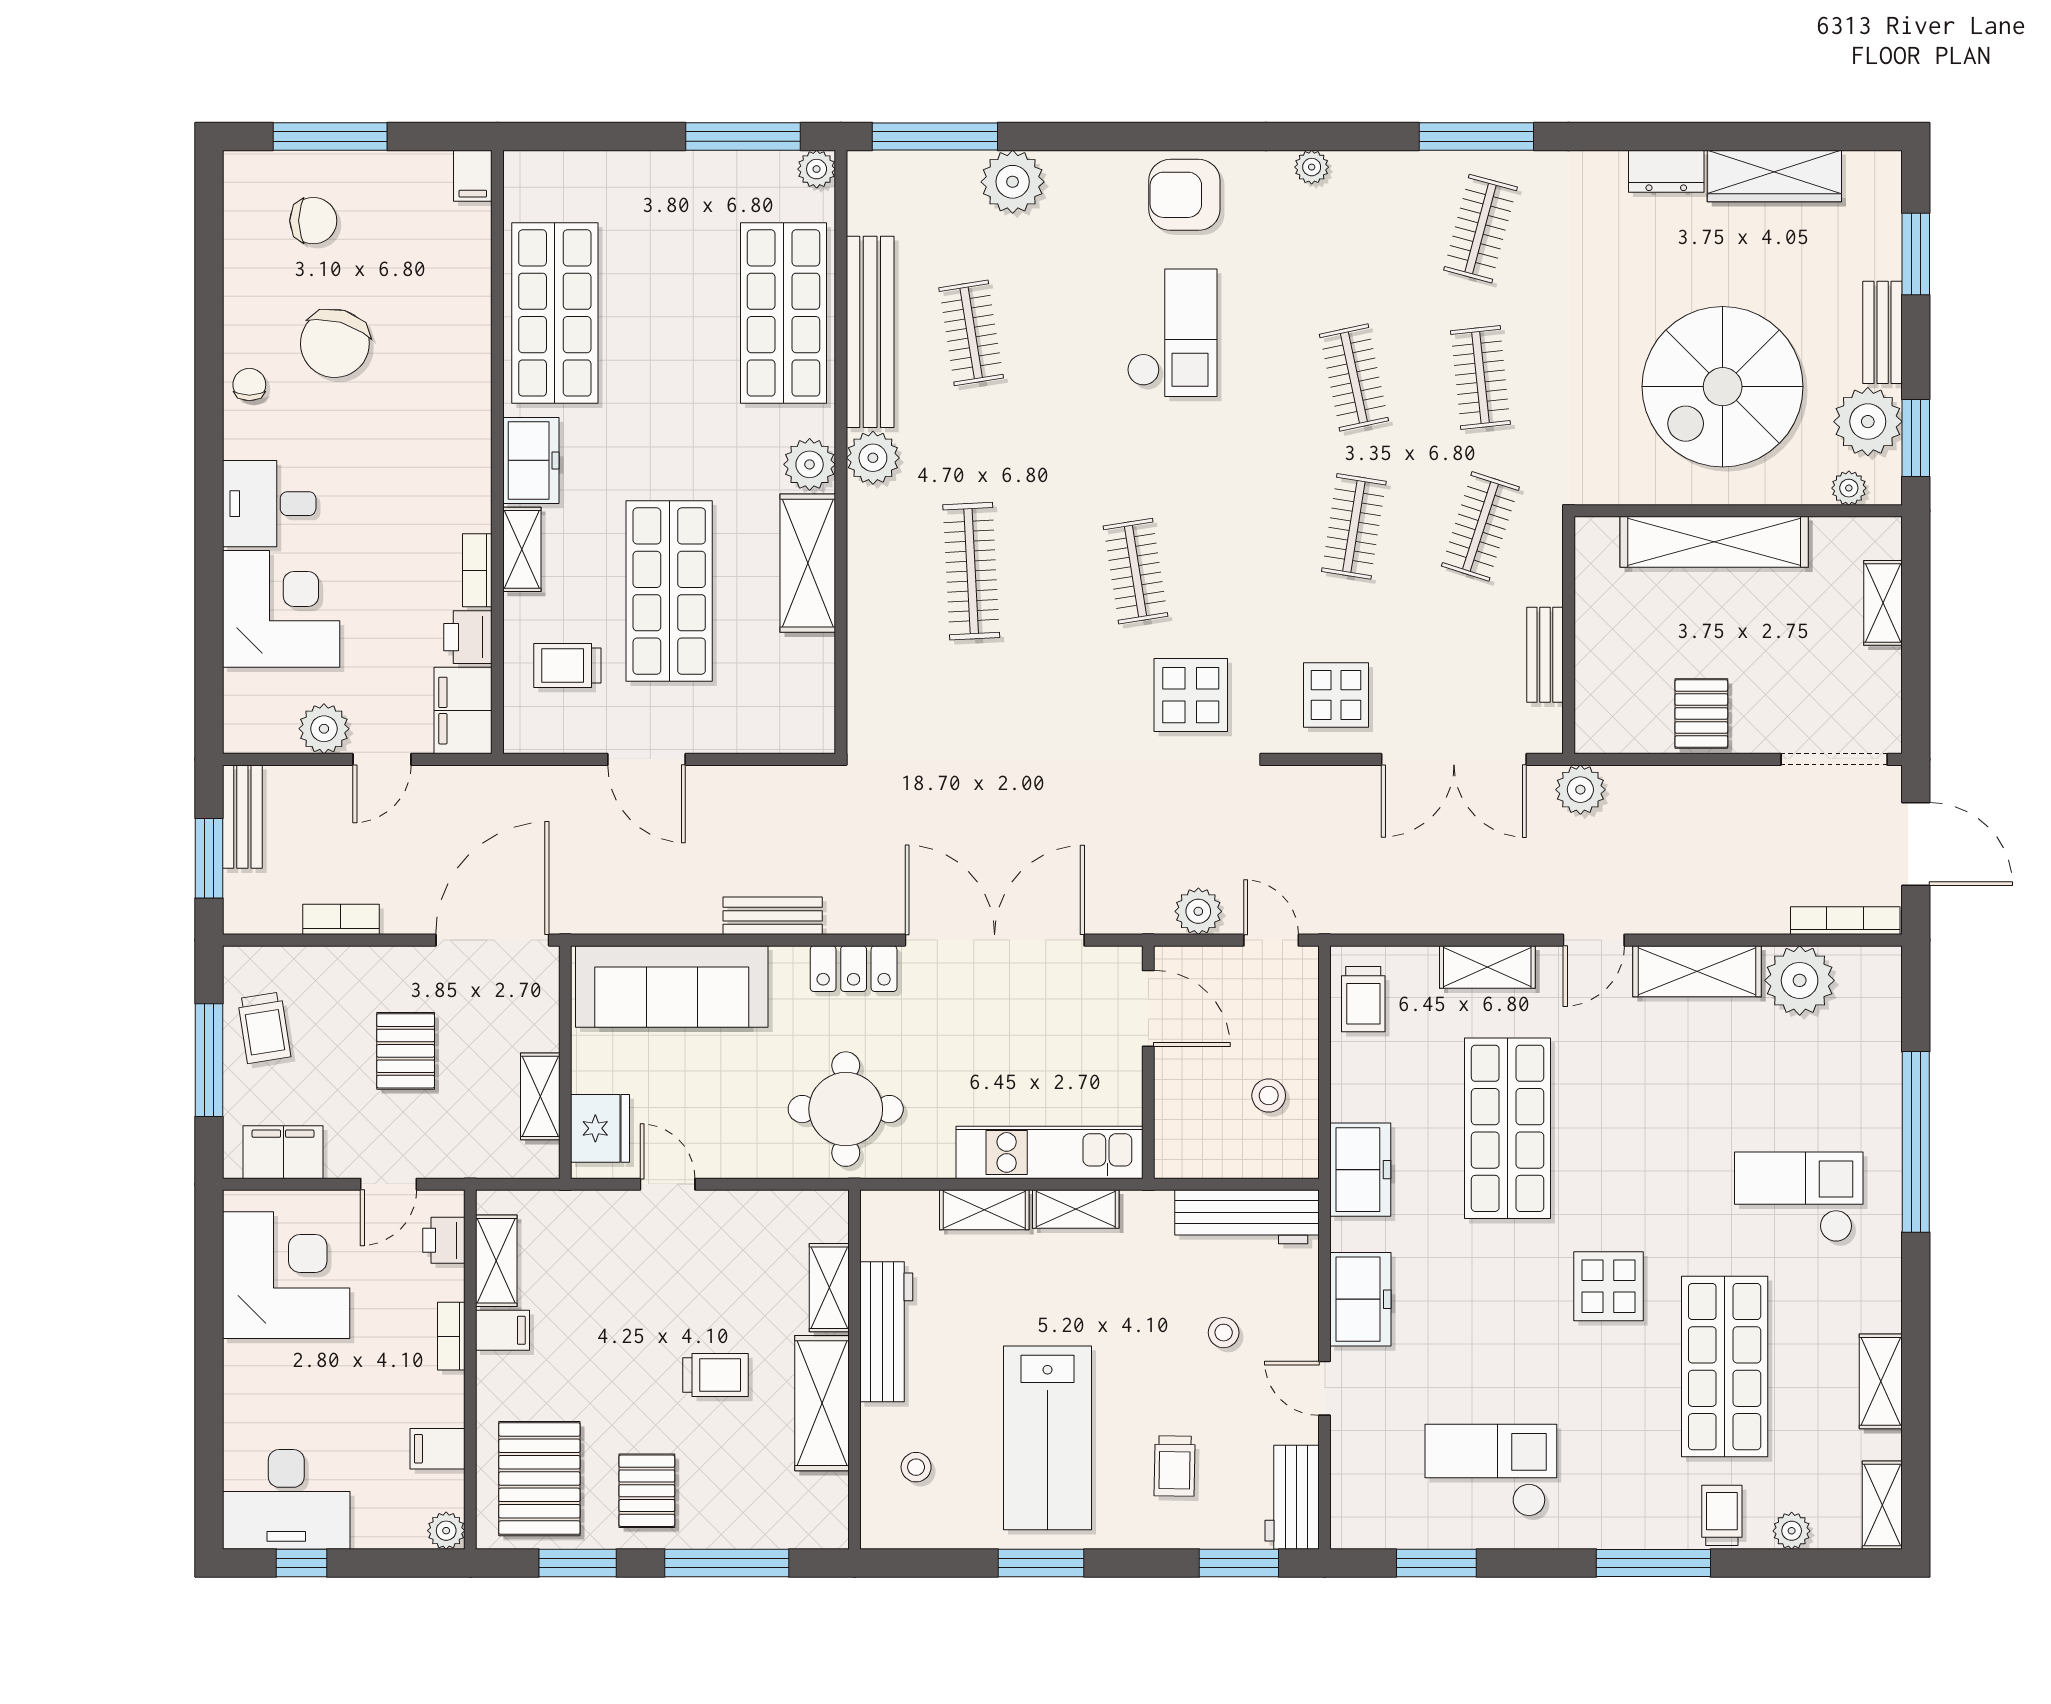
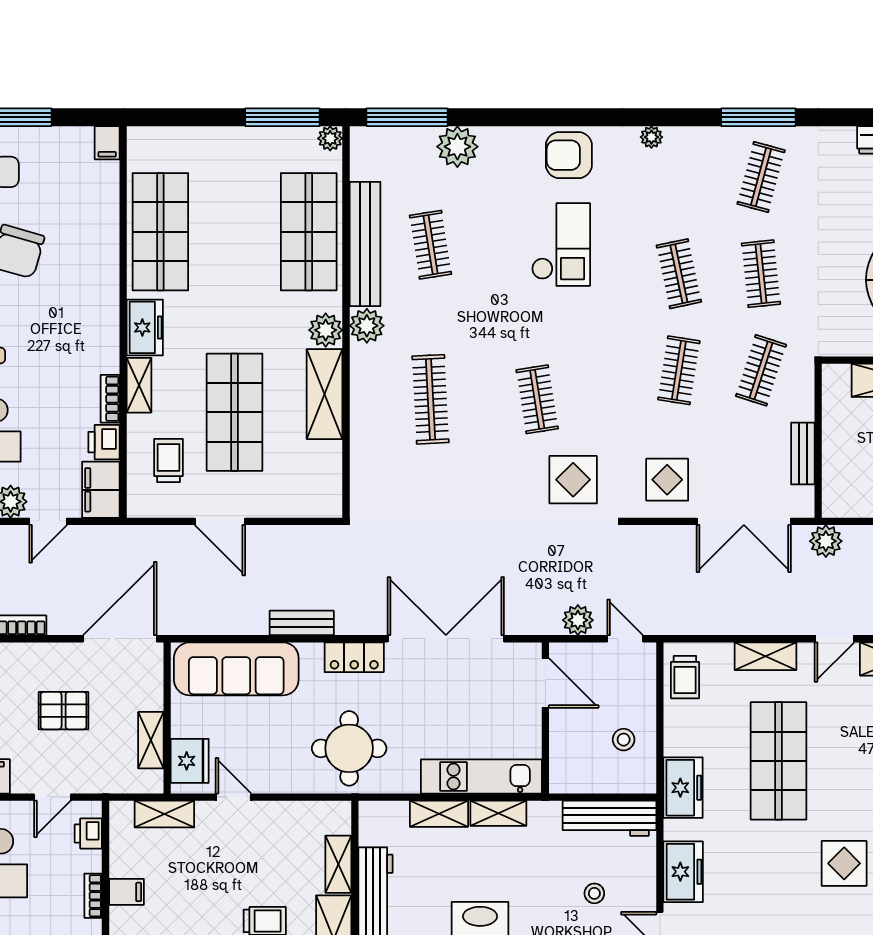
trolley: (567, 665) -> (169, 461), turned 90
pallet: (406, 1051) -> (64, 711), turned 90
shelving: (496, 1261) -> (164, 814), moved, turned 90

